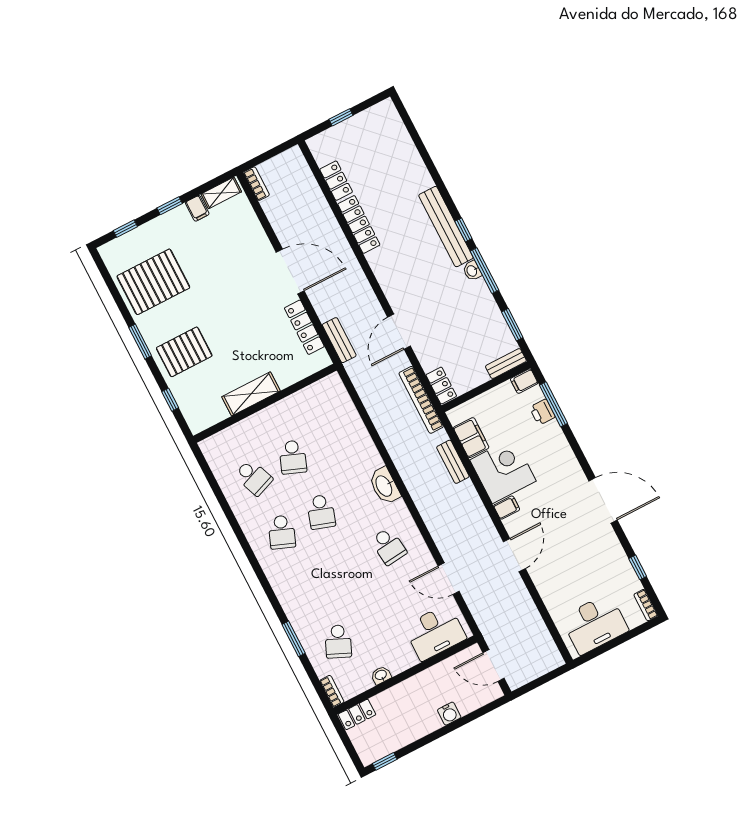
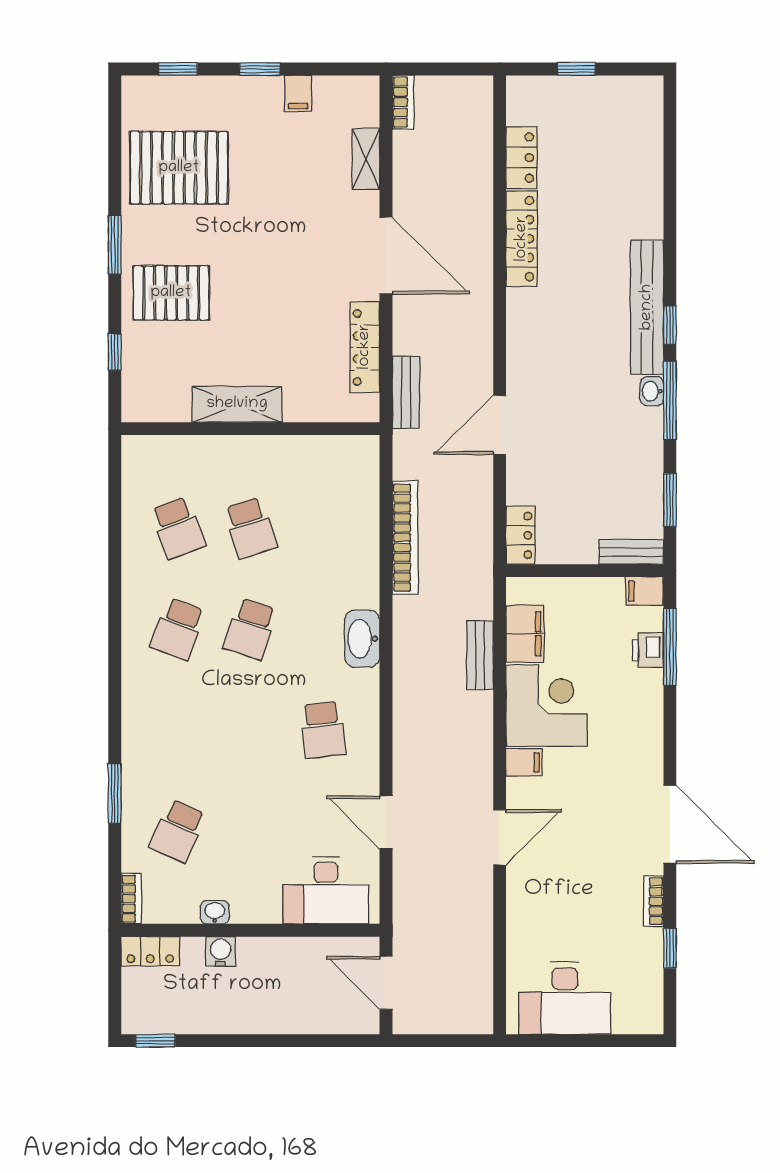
shelving: (221, 193) -> (366, 159), moved, turned 90
bookcase: (421, 400) -> (405, 538), moved, turned 180
school desk: (293, 457) -> (250, 528), turned -39
bookcase: (646, 605) -> (654, 901), moved
water cooler: (449, 714) -> (221, 951), moved, turned 180

